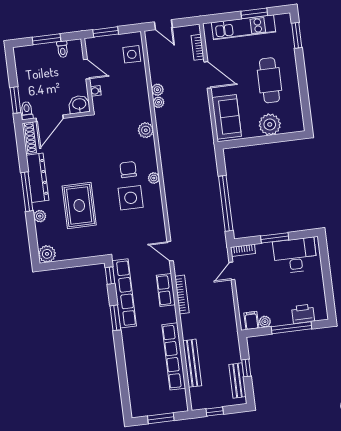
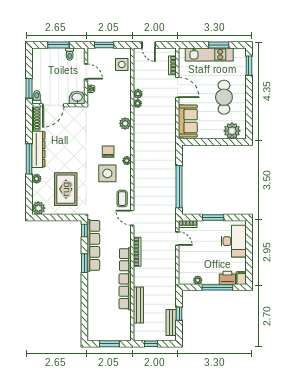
plant: (270, 124) -> (232, 131), moved
rug: (79, 206) -> (66, 189), moved
coffee table: (154, 228) -> (122, 199), added
desk: (295, 255) -> (234, 241), moved, turned 90
door: (232, 271) -> (177, 239), swing flipped
row of seats: (166, 290) -> (125, 260), moved
filing cabinet: (251, 320) -> (241, 278), moved
row of seats: (174, 356) -> (125, 291), width x0.73

